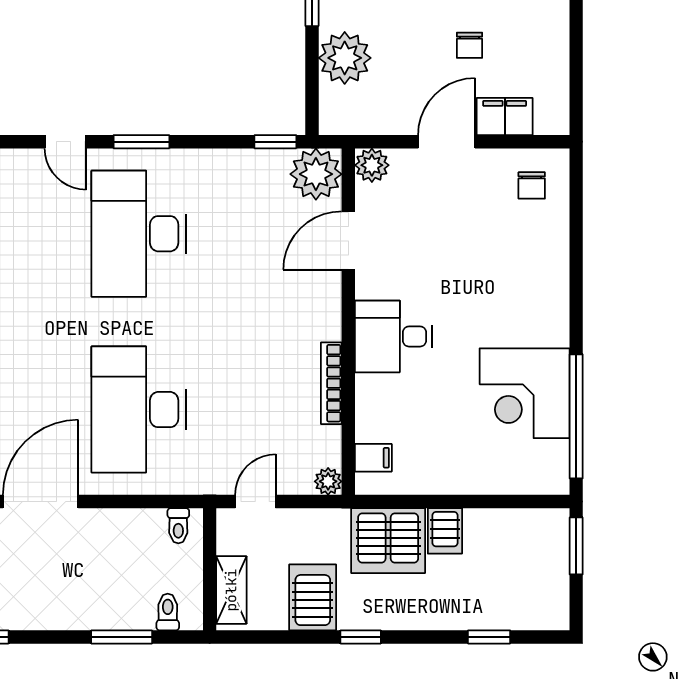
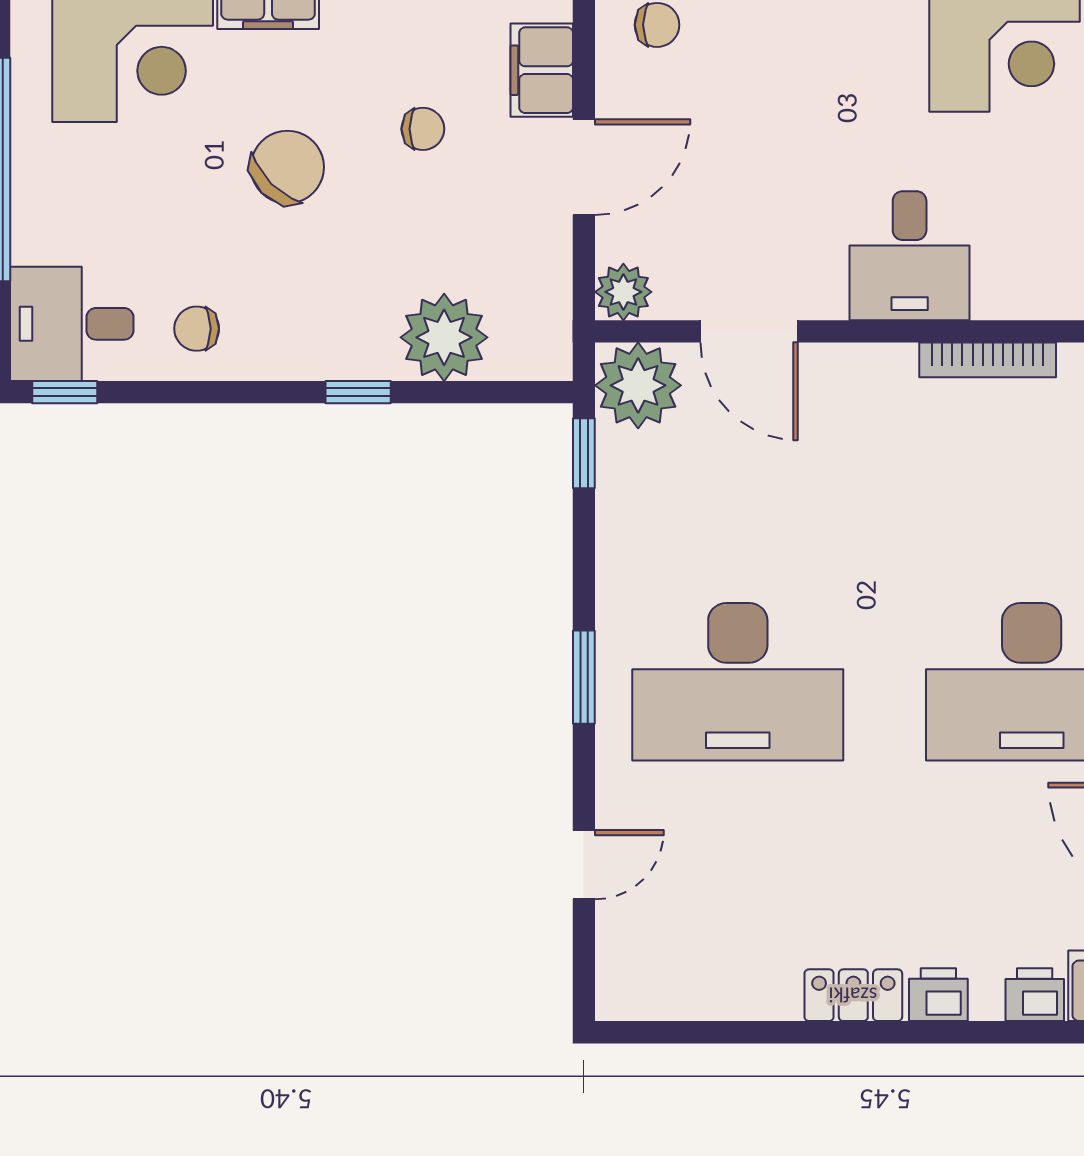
door: (65, 142) -> (584, 865), moved
door: (447, 142) -> (584, 167), swing flipped

